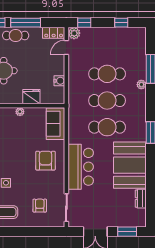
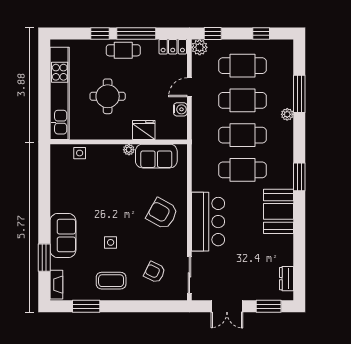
door: (66, 47) -> (189, 87), moved
cafe table: (107, 47) -> (242, 66), added
sofa: (56, 124) -> (156, 156), moved, turned -90
armchair: (45, 161) -> (162, 214), turned -61
booth: (130, 165) -> (278, 211), width x0.73, depth x0.70
dresser: (141, 199) -> (286, 279), moved
armchair: (40, 206) -> (155, 272), turned -64

